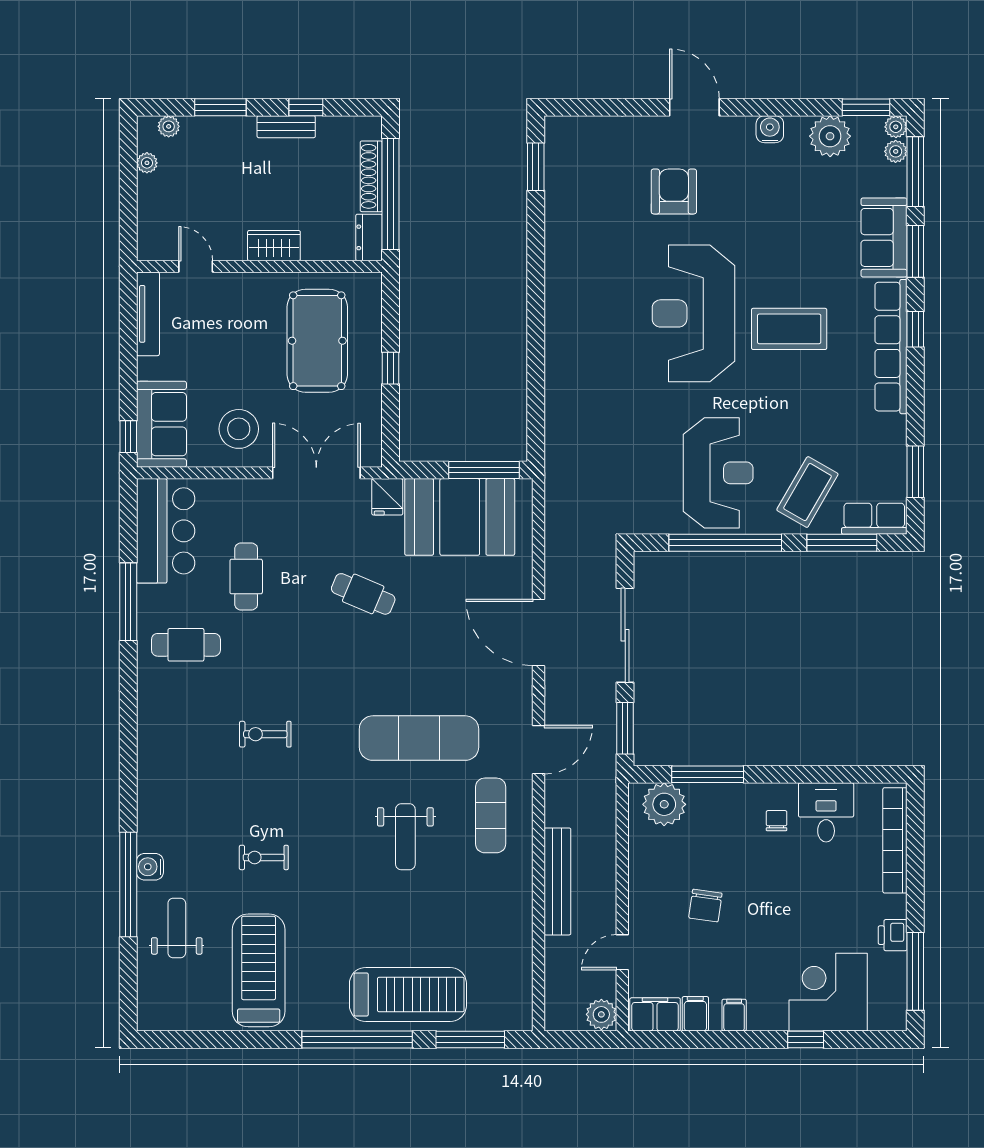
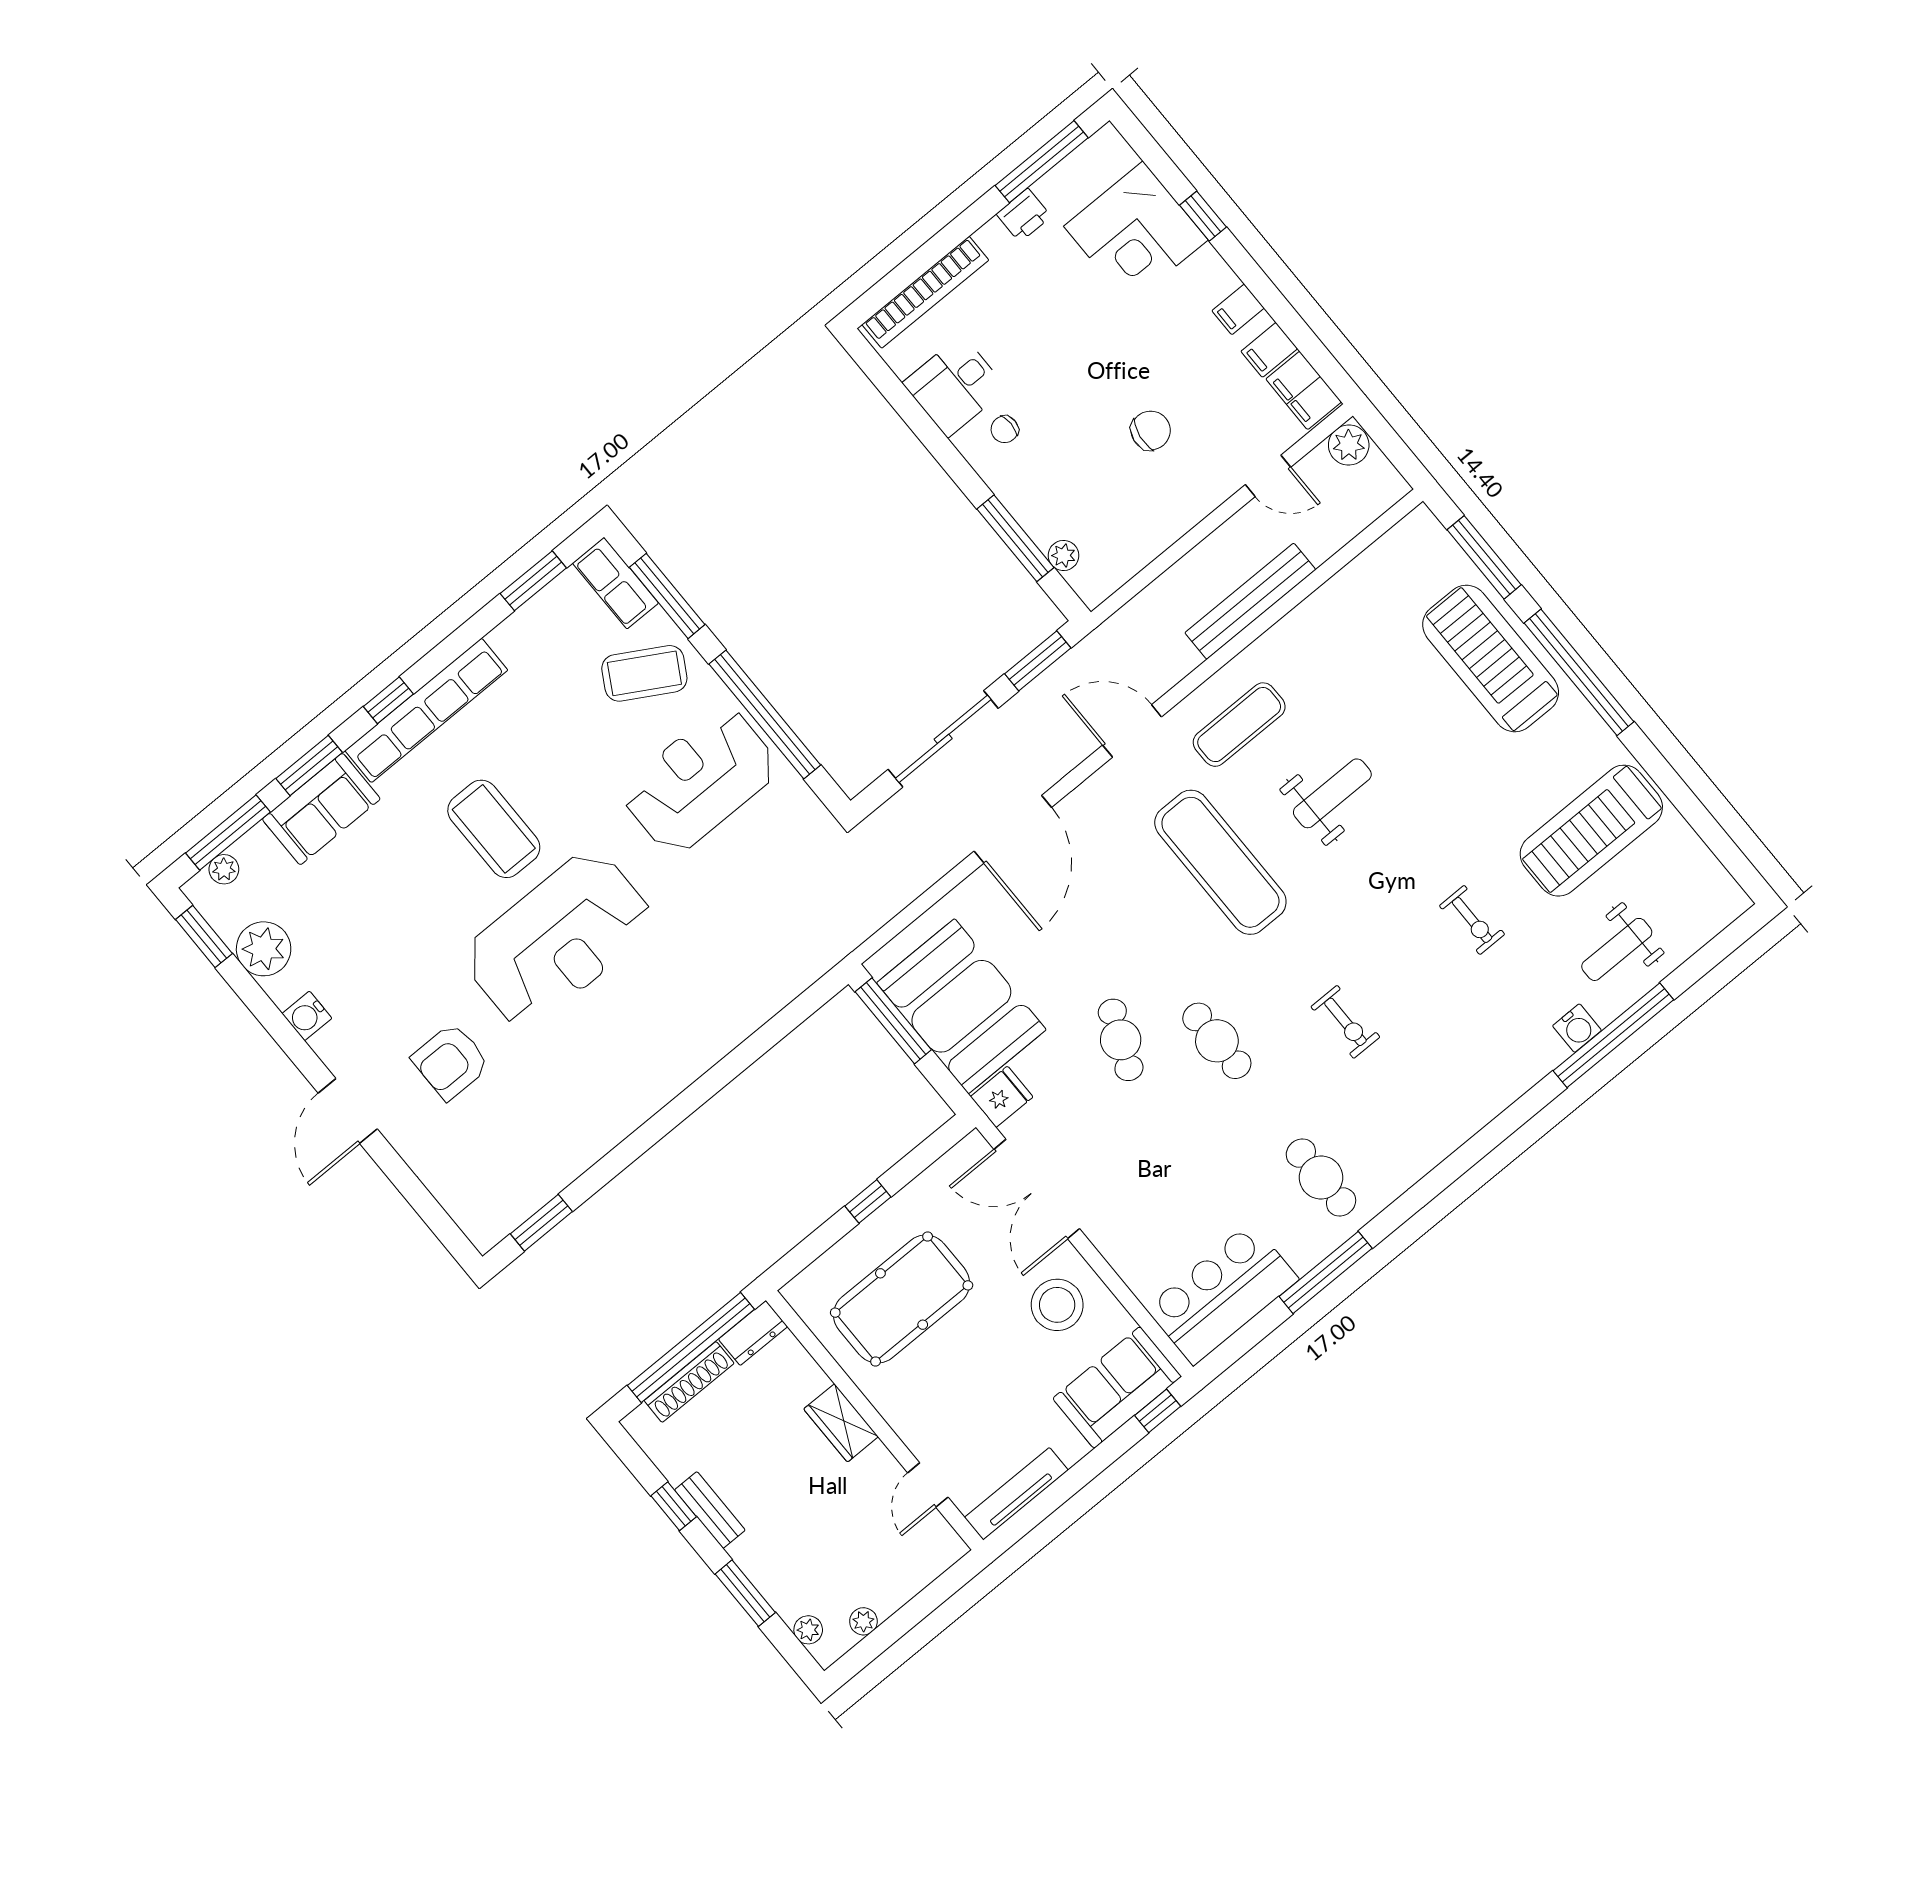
plant: (896, 127) -> (199, 890), removed
cafe table: (246, 577) -> (1217, 1041), moved, turned 90
plant: (664, 804) -> (1064, 555), width x0.53, depth x0.53

